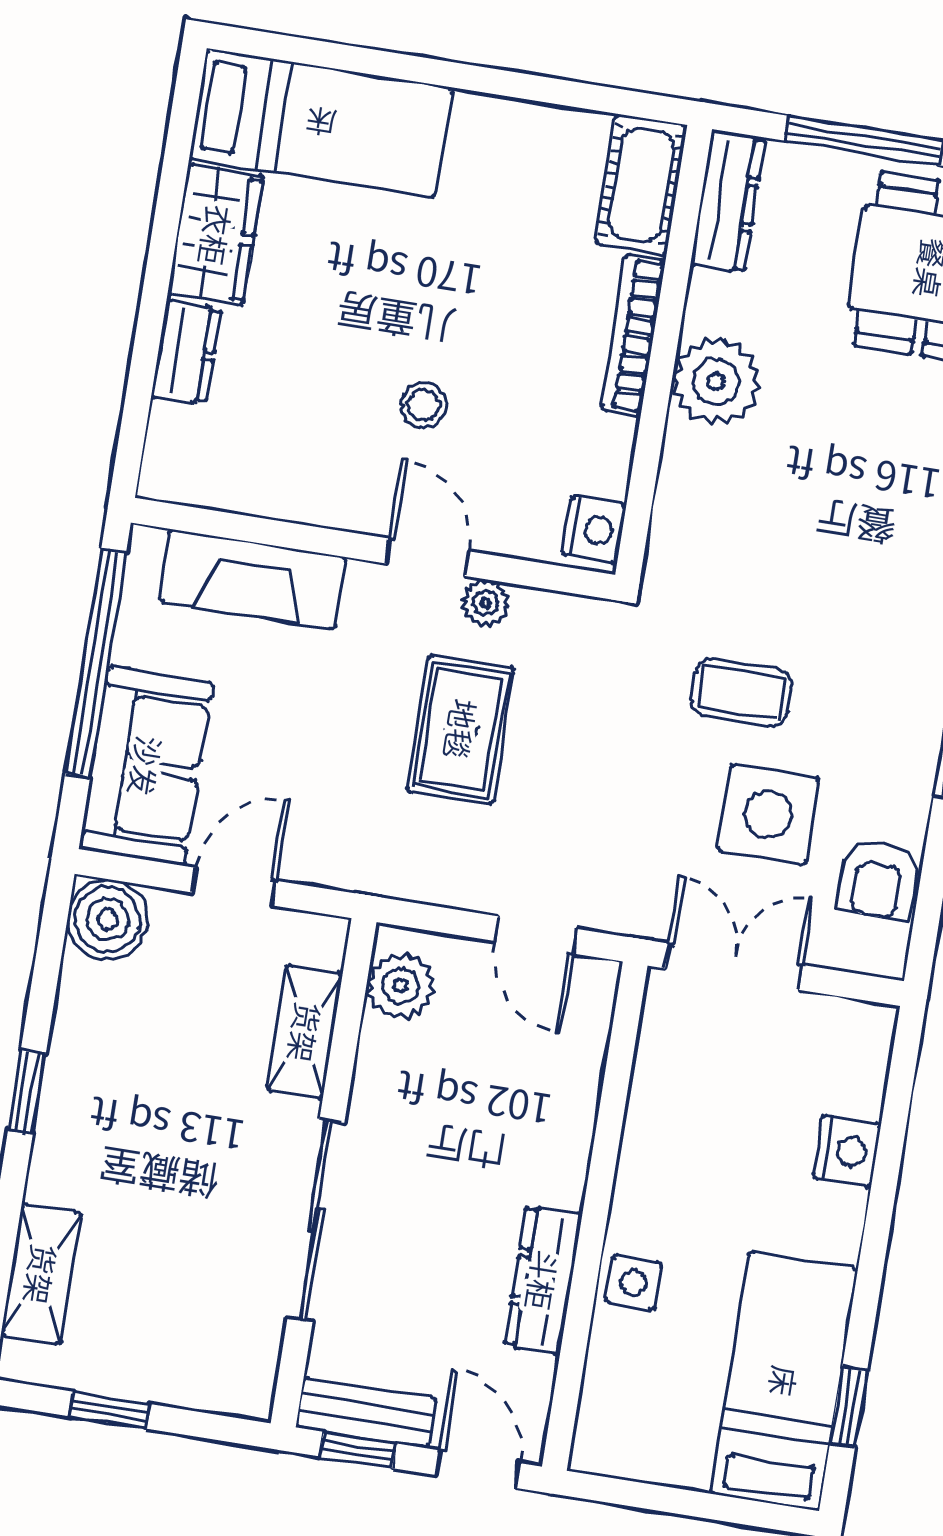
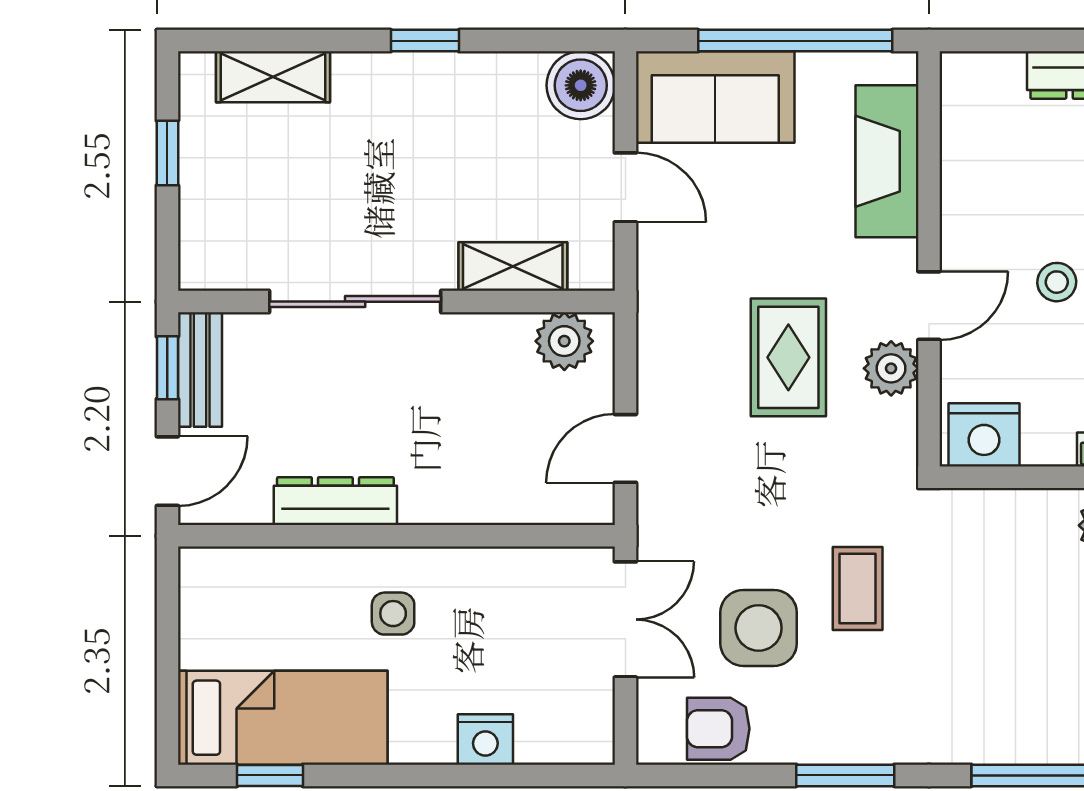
nightstand: (594, 530) -> (984, 435), width x1.36, depth x1.33
plant: (485, 603) -> (891, 368), width x1.38, depth x1.38
rug: (461, 729) -> (788, 357), turned 90
side table: (634, 1283) -> (393, 614), moved

